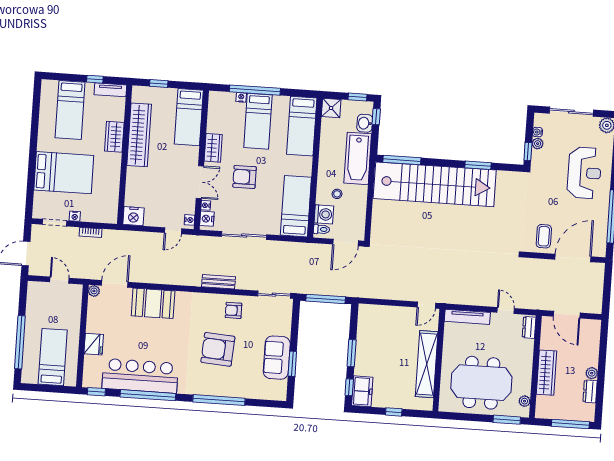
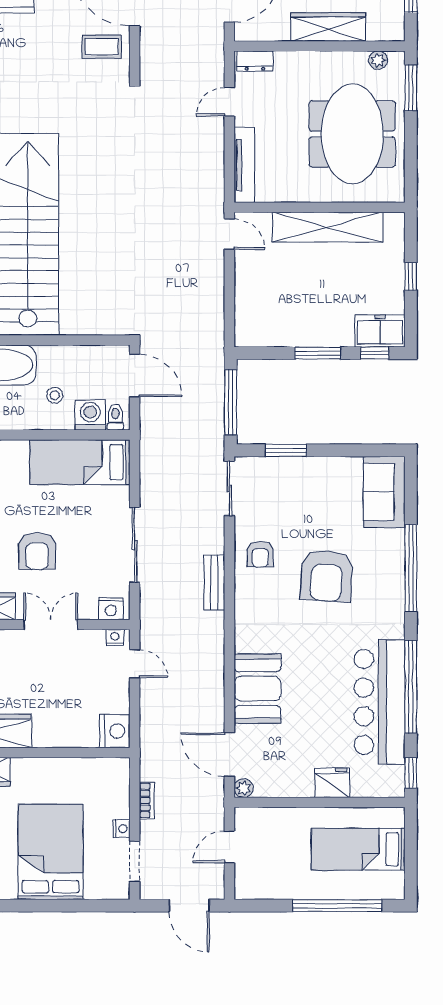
nightstand: (206, 205) -> (89, 612), removed
sofa: (277, 358) -> (384, 492), moved, turned 90
window: (292, 364) -> (286, 450), moved

